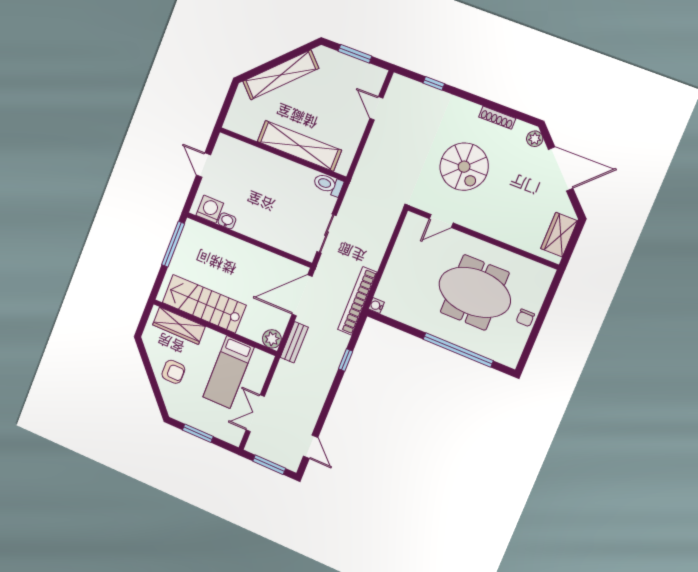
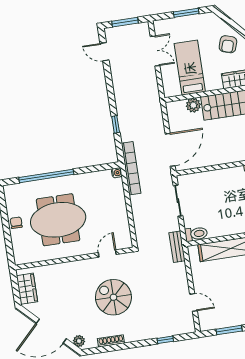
plant: (272, 339) -> (193, 105), moved
bench: (294, 342) -> (177, 247), moved
armchair: (173, 372) -> (228, 44), turned -72

